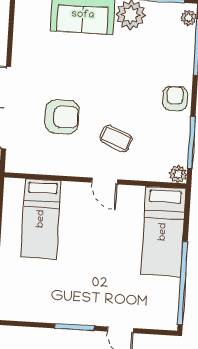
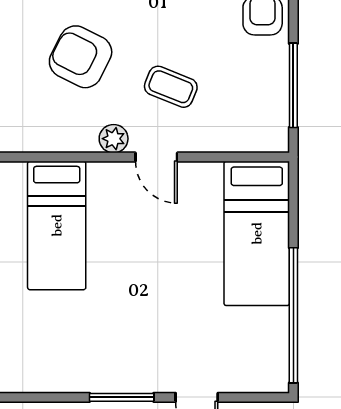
armchair: (62, 117) -> (81, 57), turned -153
plant: (178, 174) -> (114, 139), moved

